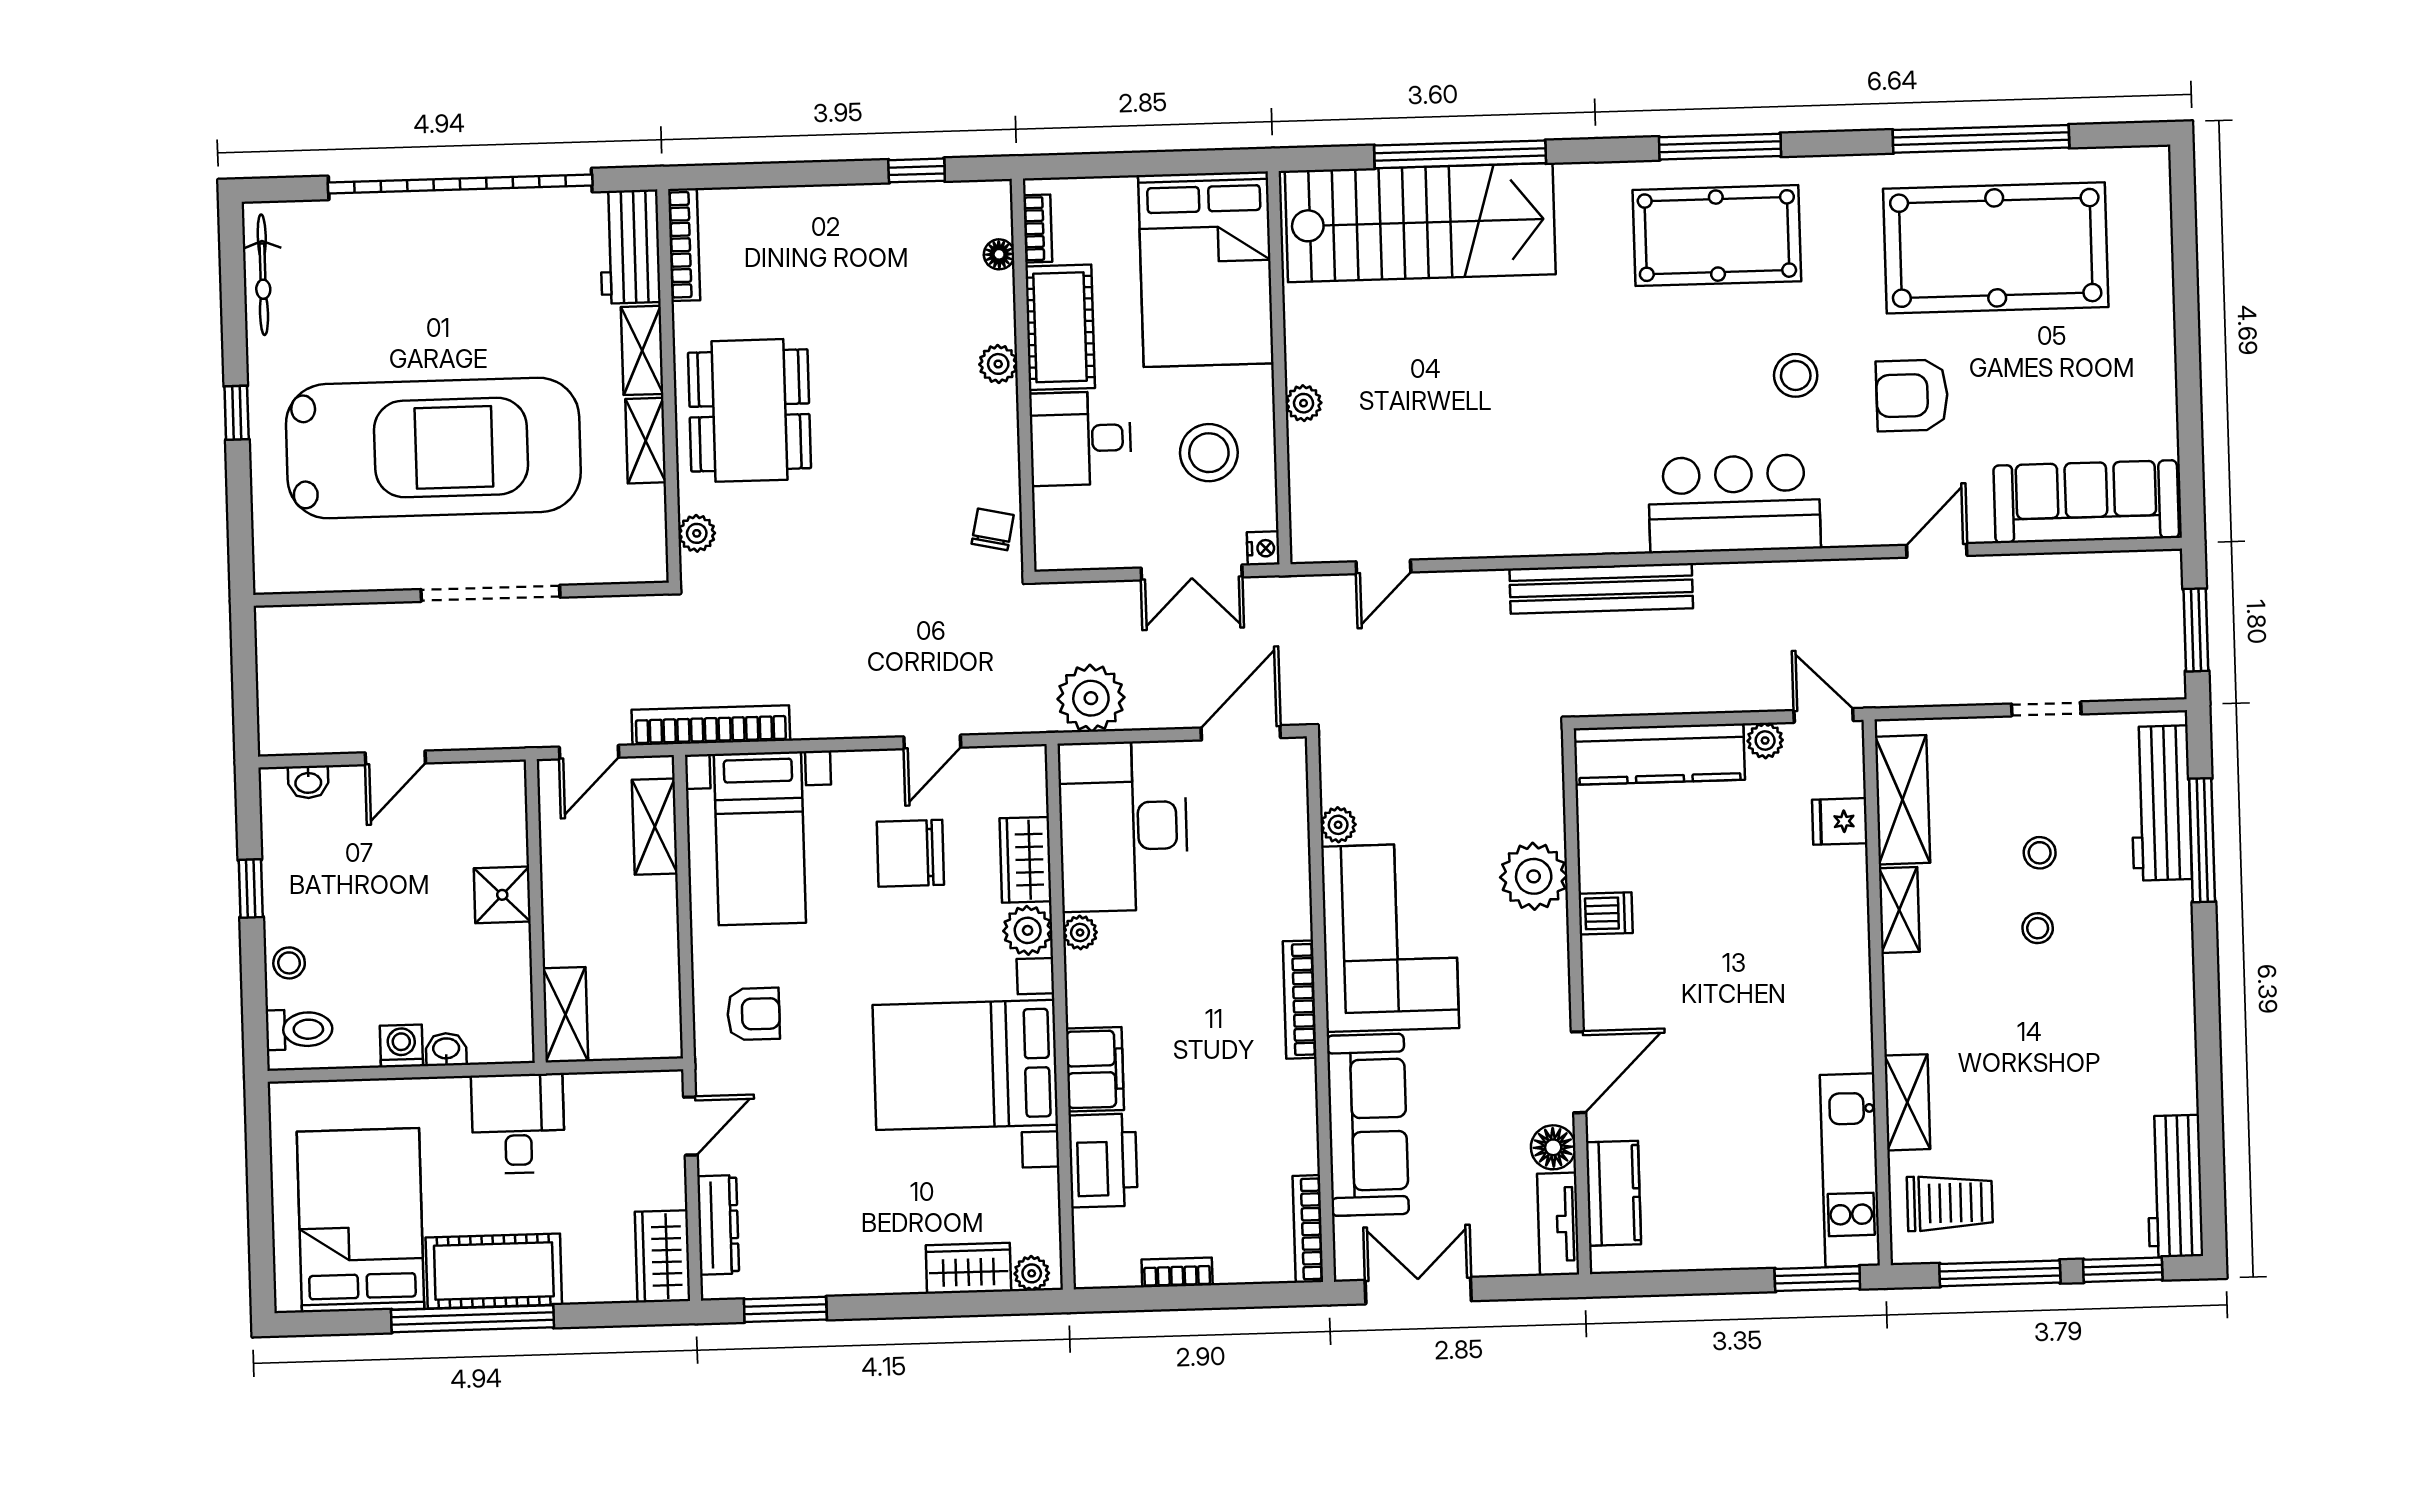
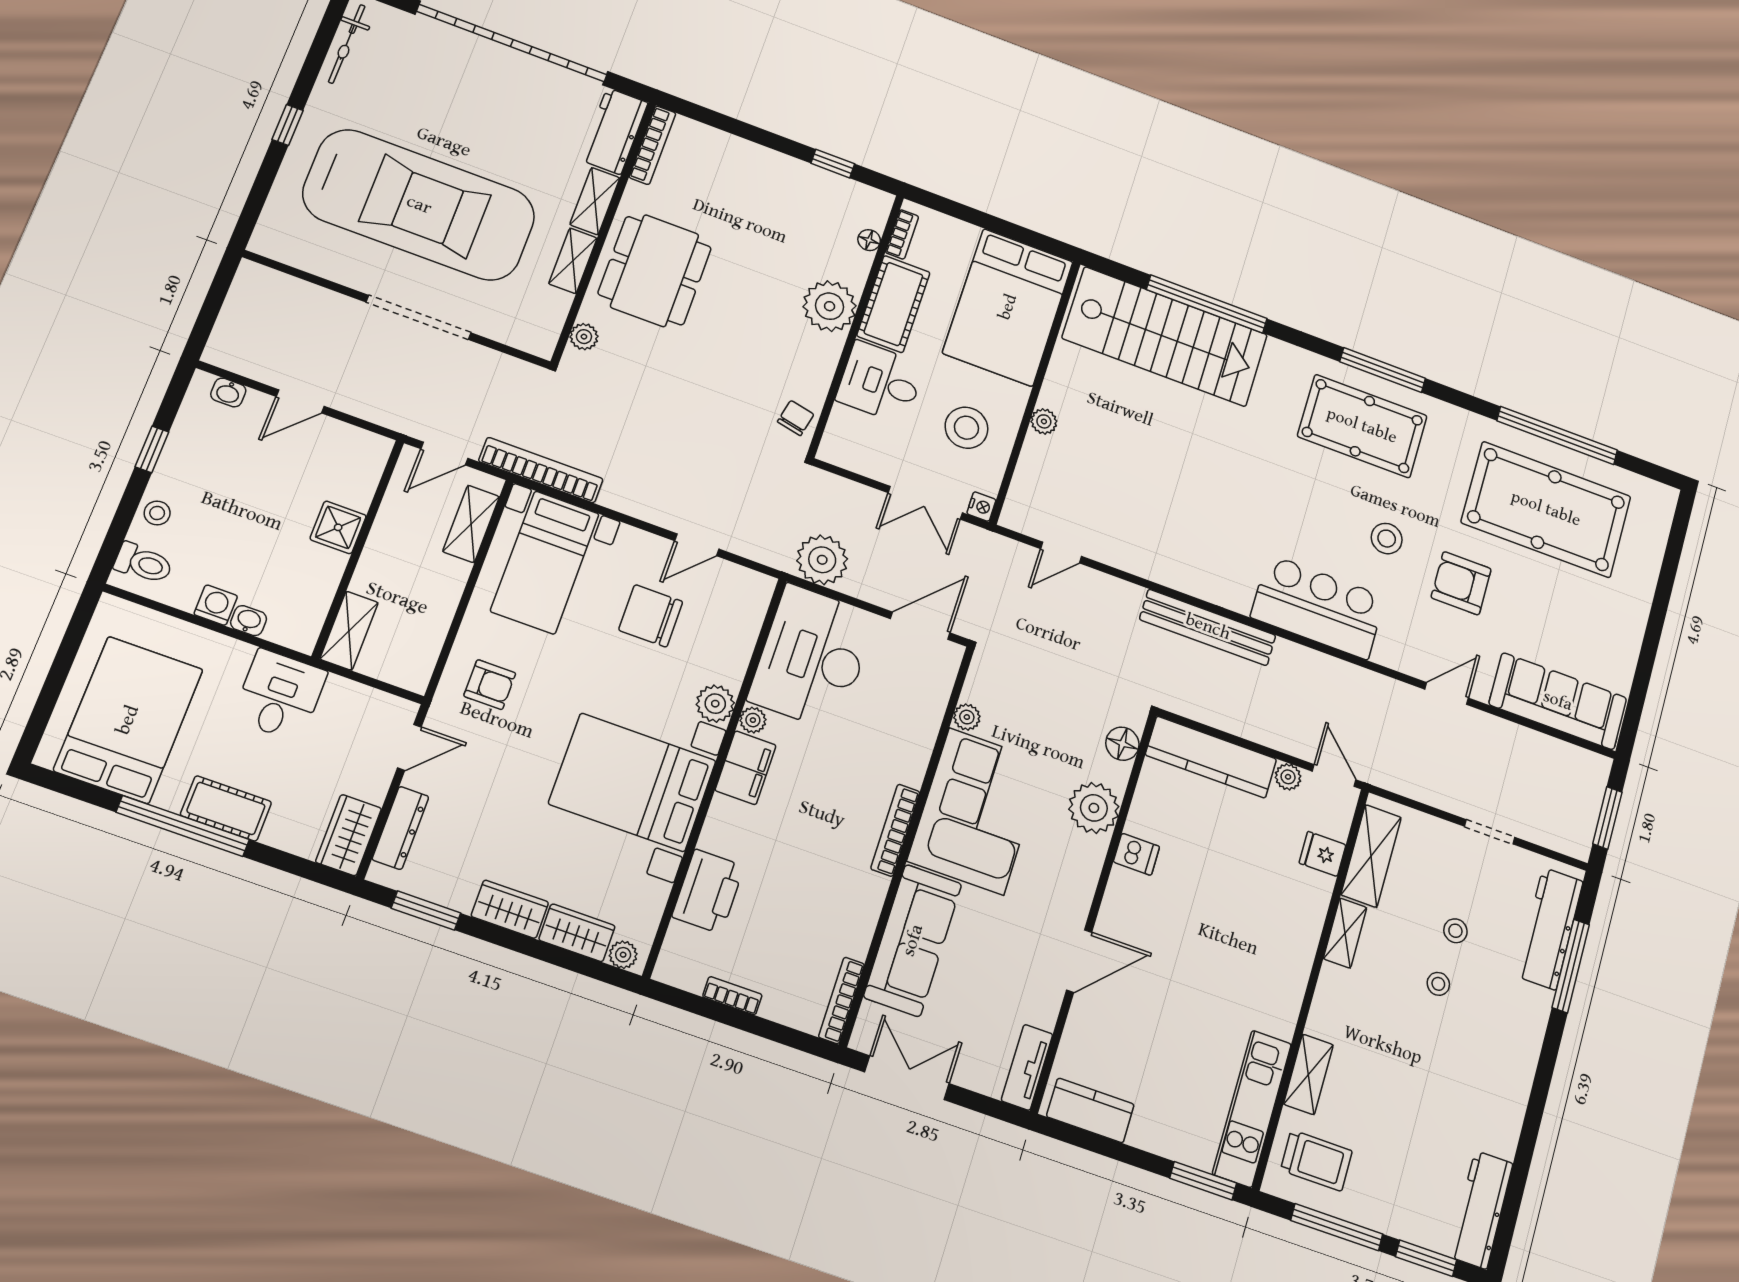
plant: (998, 364) -> (830, 306), width x1.87, depth x1.87
wardrobe: (1026, 860) -> (510, 909), moved, turned 90
filing cabinet: (1095, 1069) -> (746, 768), moved
floor lamp: (1553, 1147) -> (1122, 744), moved
kitchen counter: (1613, 1193) -> (1090, 1110), moved, turned -90
cot: (494, 1271) -> (226, 808), width x0.73, depth x0.75

